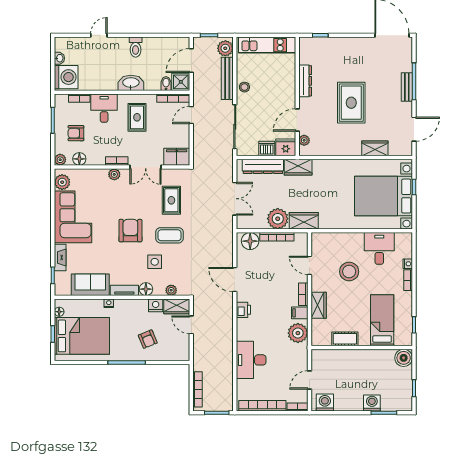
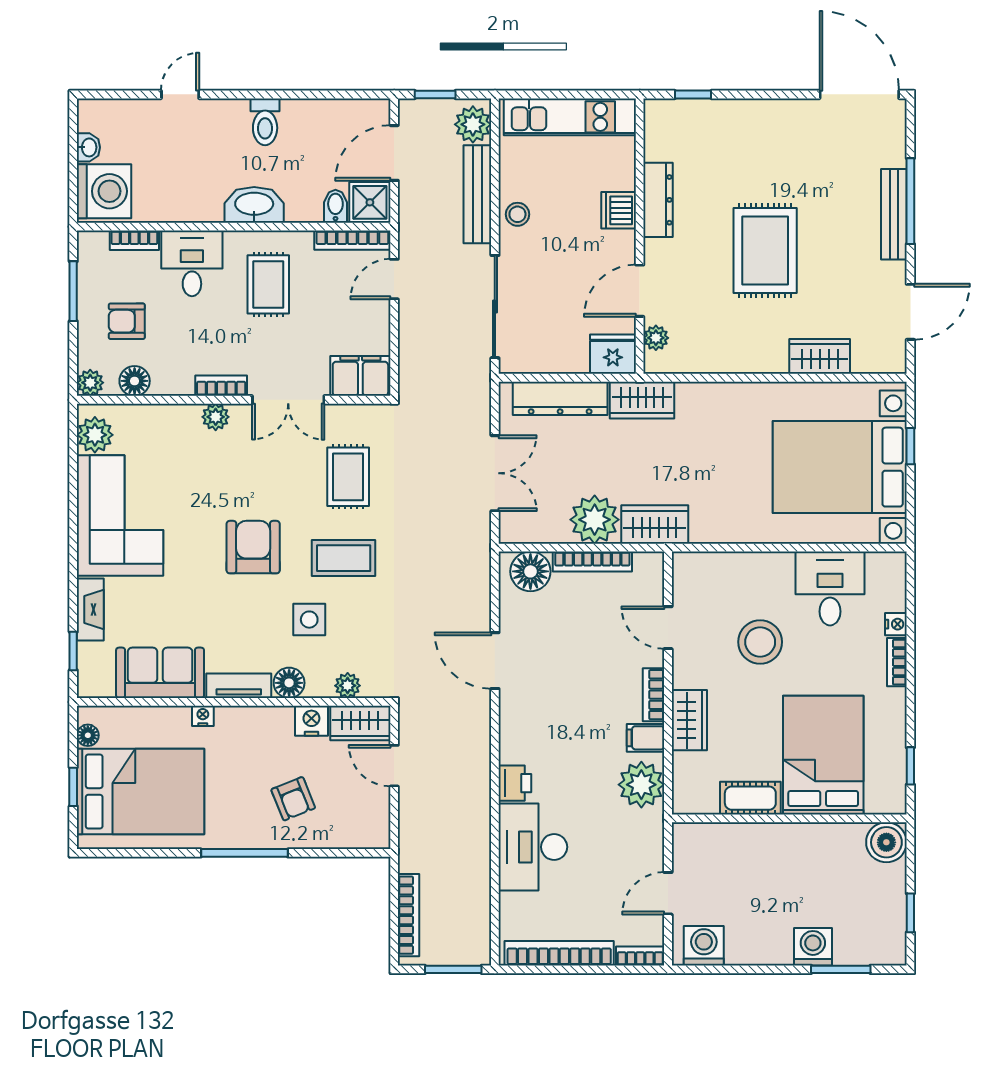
bench: (407, 87) -> (894, 214), width x1.36
dishwasher: (267, 148) -> (619, 210), moved, turned -90
printer: (243, 310) -> (515, 783), moved
bed: (382, 320) -> (823, 755), width x1.50

